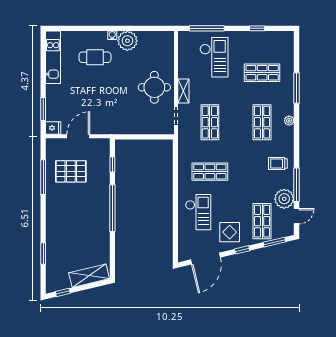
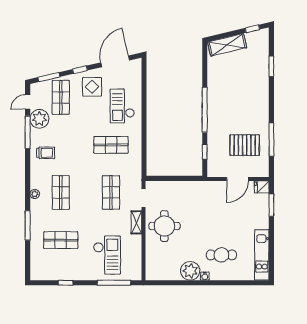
checkout: (214, 57) -> (107, 255), turned 180

